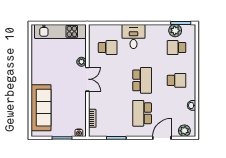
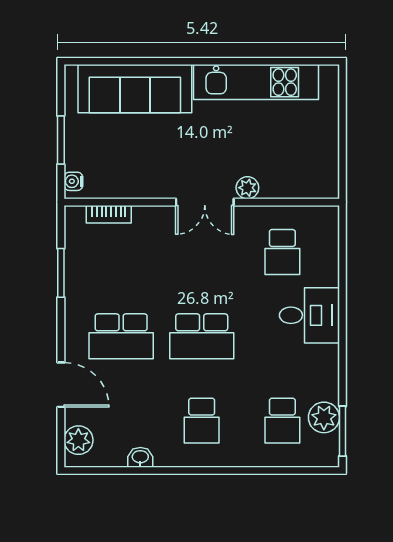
kitchen unit: (60, 31) -> (256, 82), moved, turned -90
school desk: (176, 48) -> (282, 421), turned 180
school desk: (142, 113) -> (121, 336), turned 180

